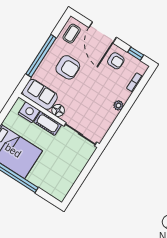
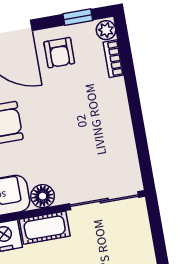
armchair: (116, 61) -> (59, 53), turned 90
plant: (118, 105) -> (106, 30), moved

